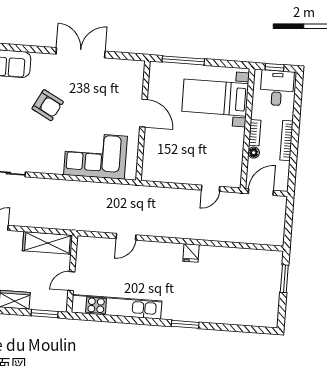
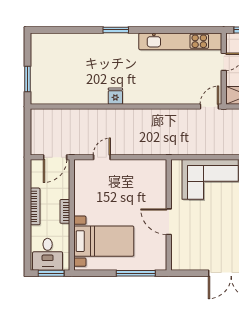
window: (275, 67) -> (51, 273), width x1.50
floor lamp: (254, 153) -> (65, 193), removed
door: (126, 237) -> (209, 107), moved

